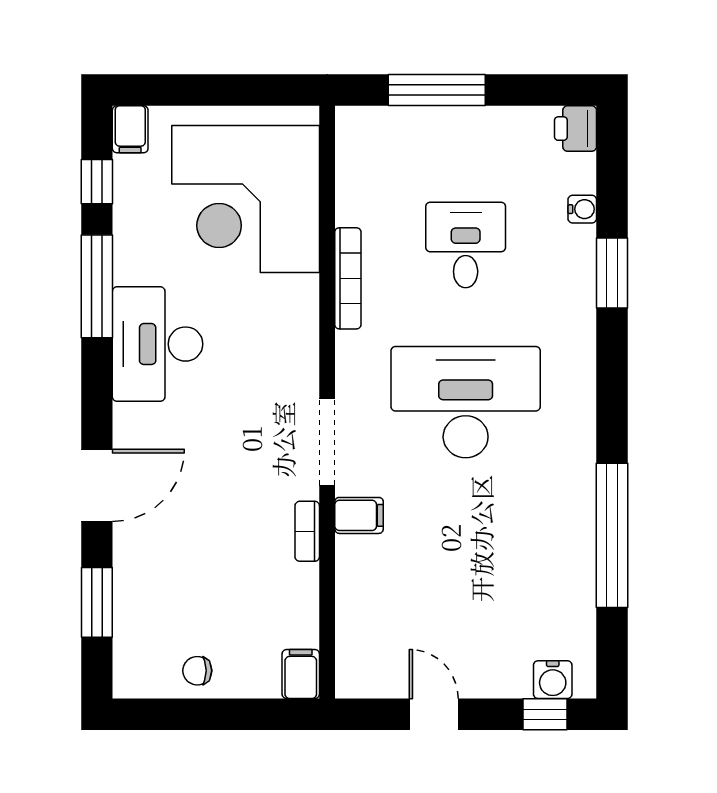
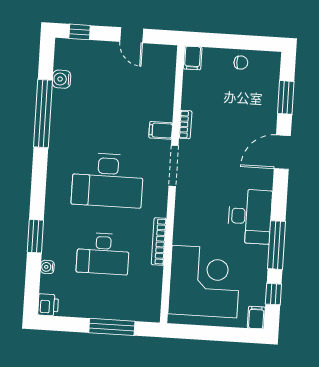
desk: (466, 245) -> (103, 254), width x1.37
water cooler: (553, 680) -> (62, 79), moved, turned -90

